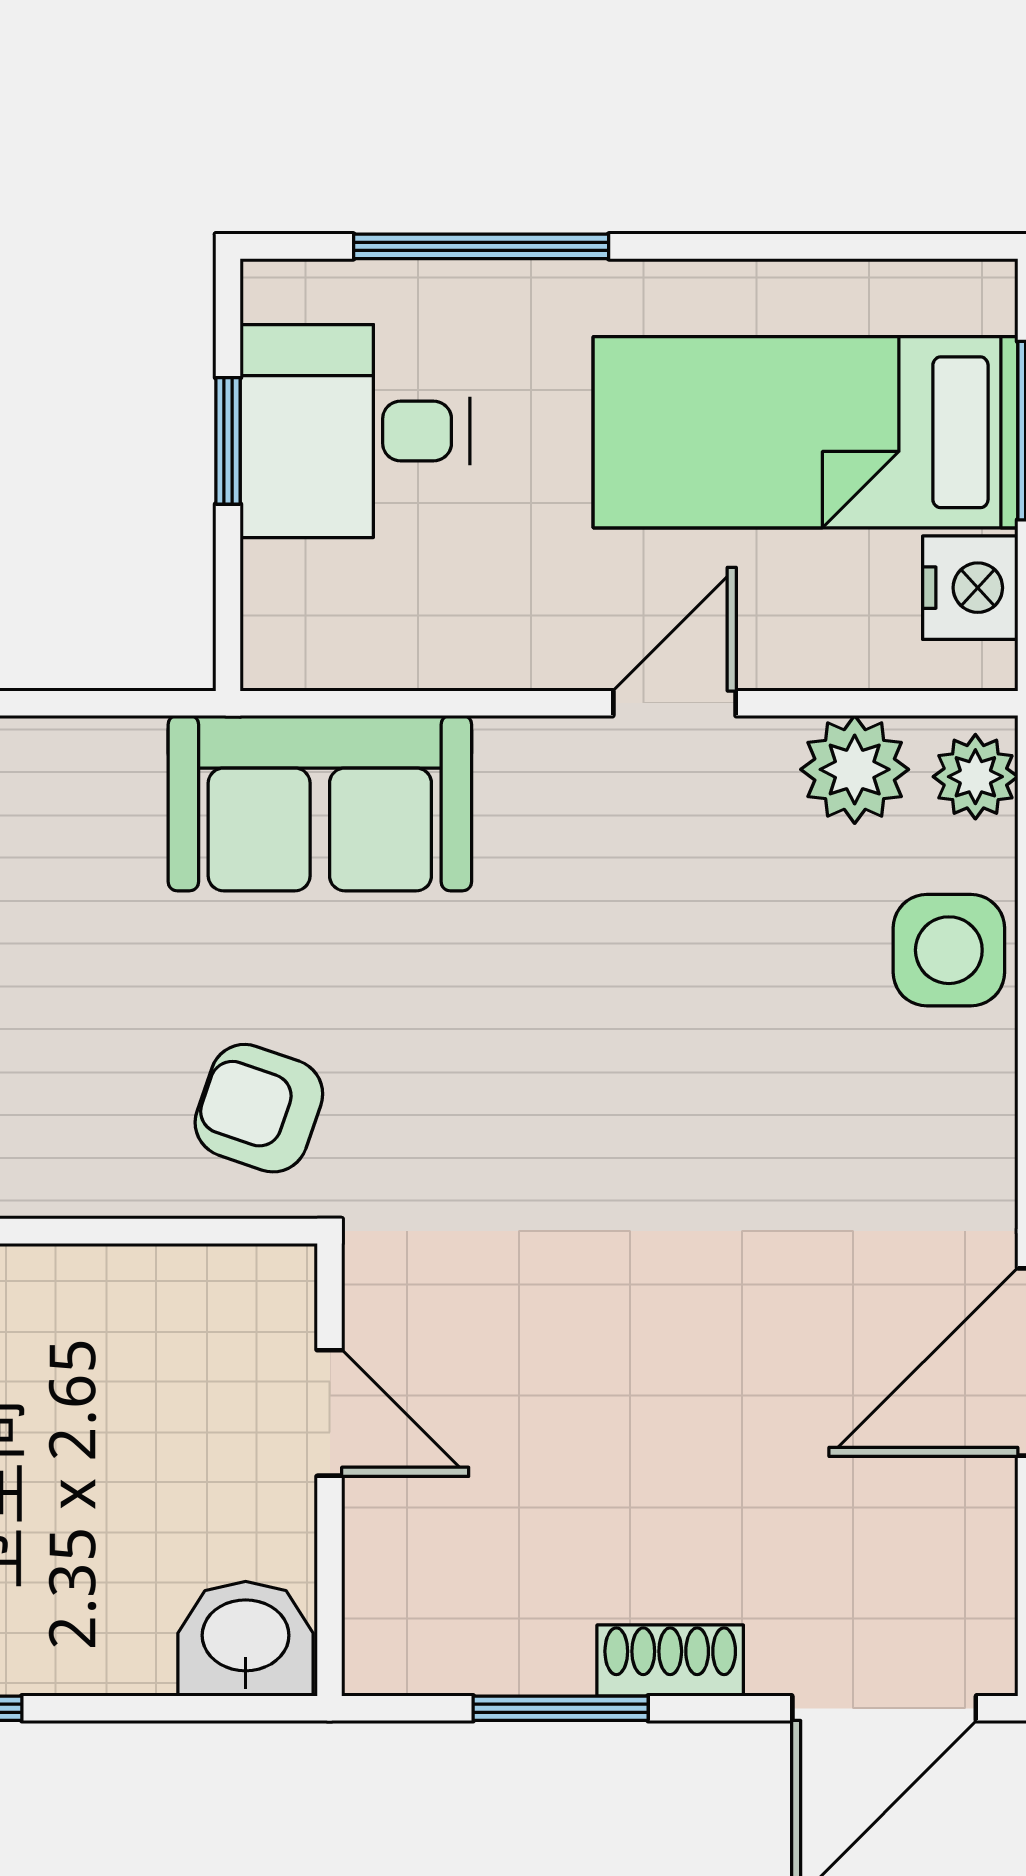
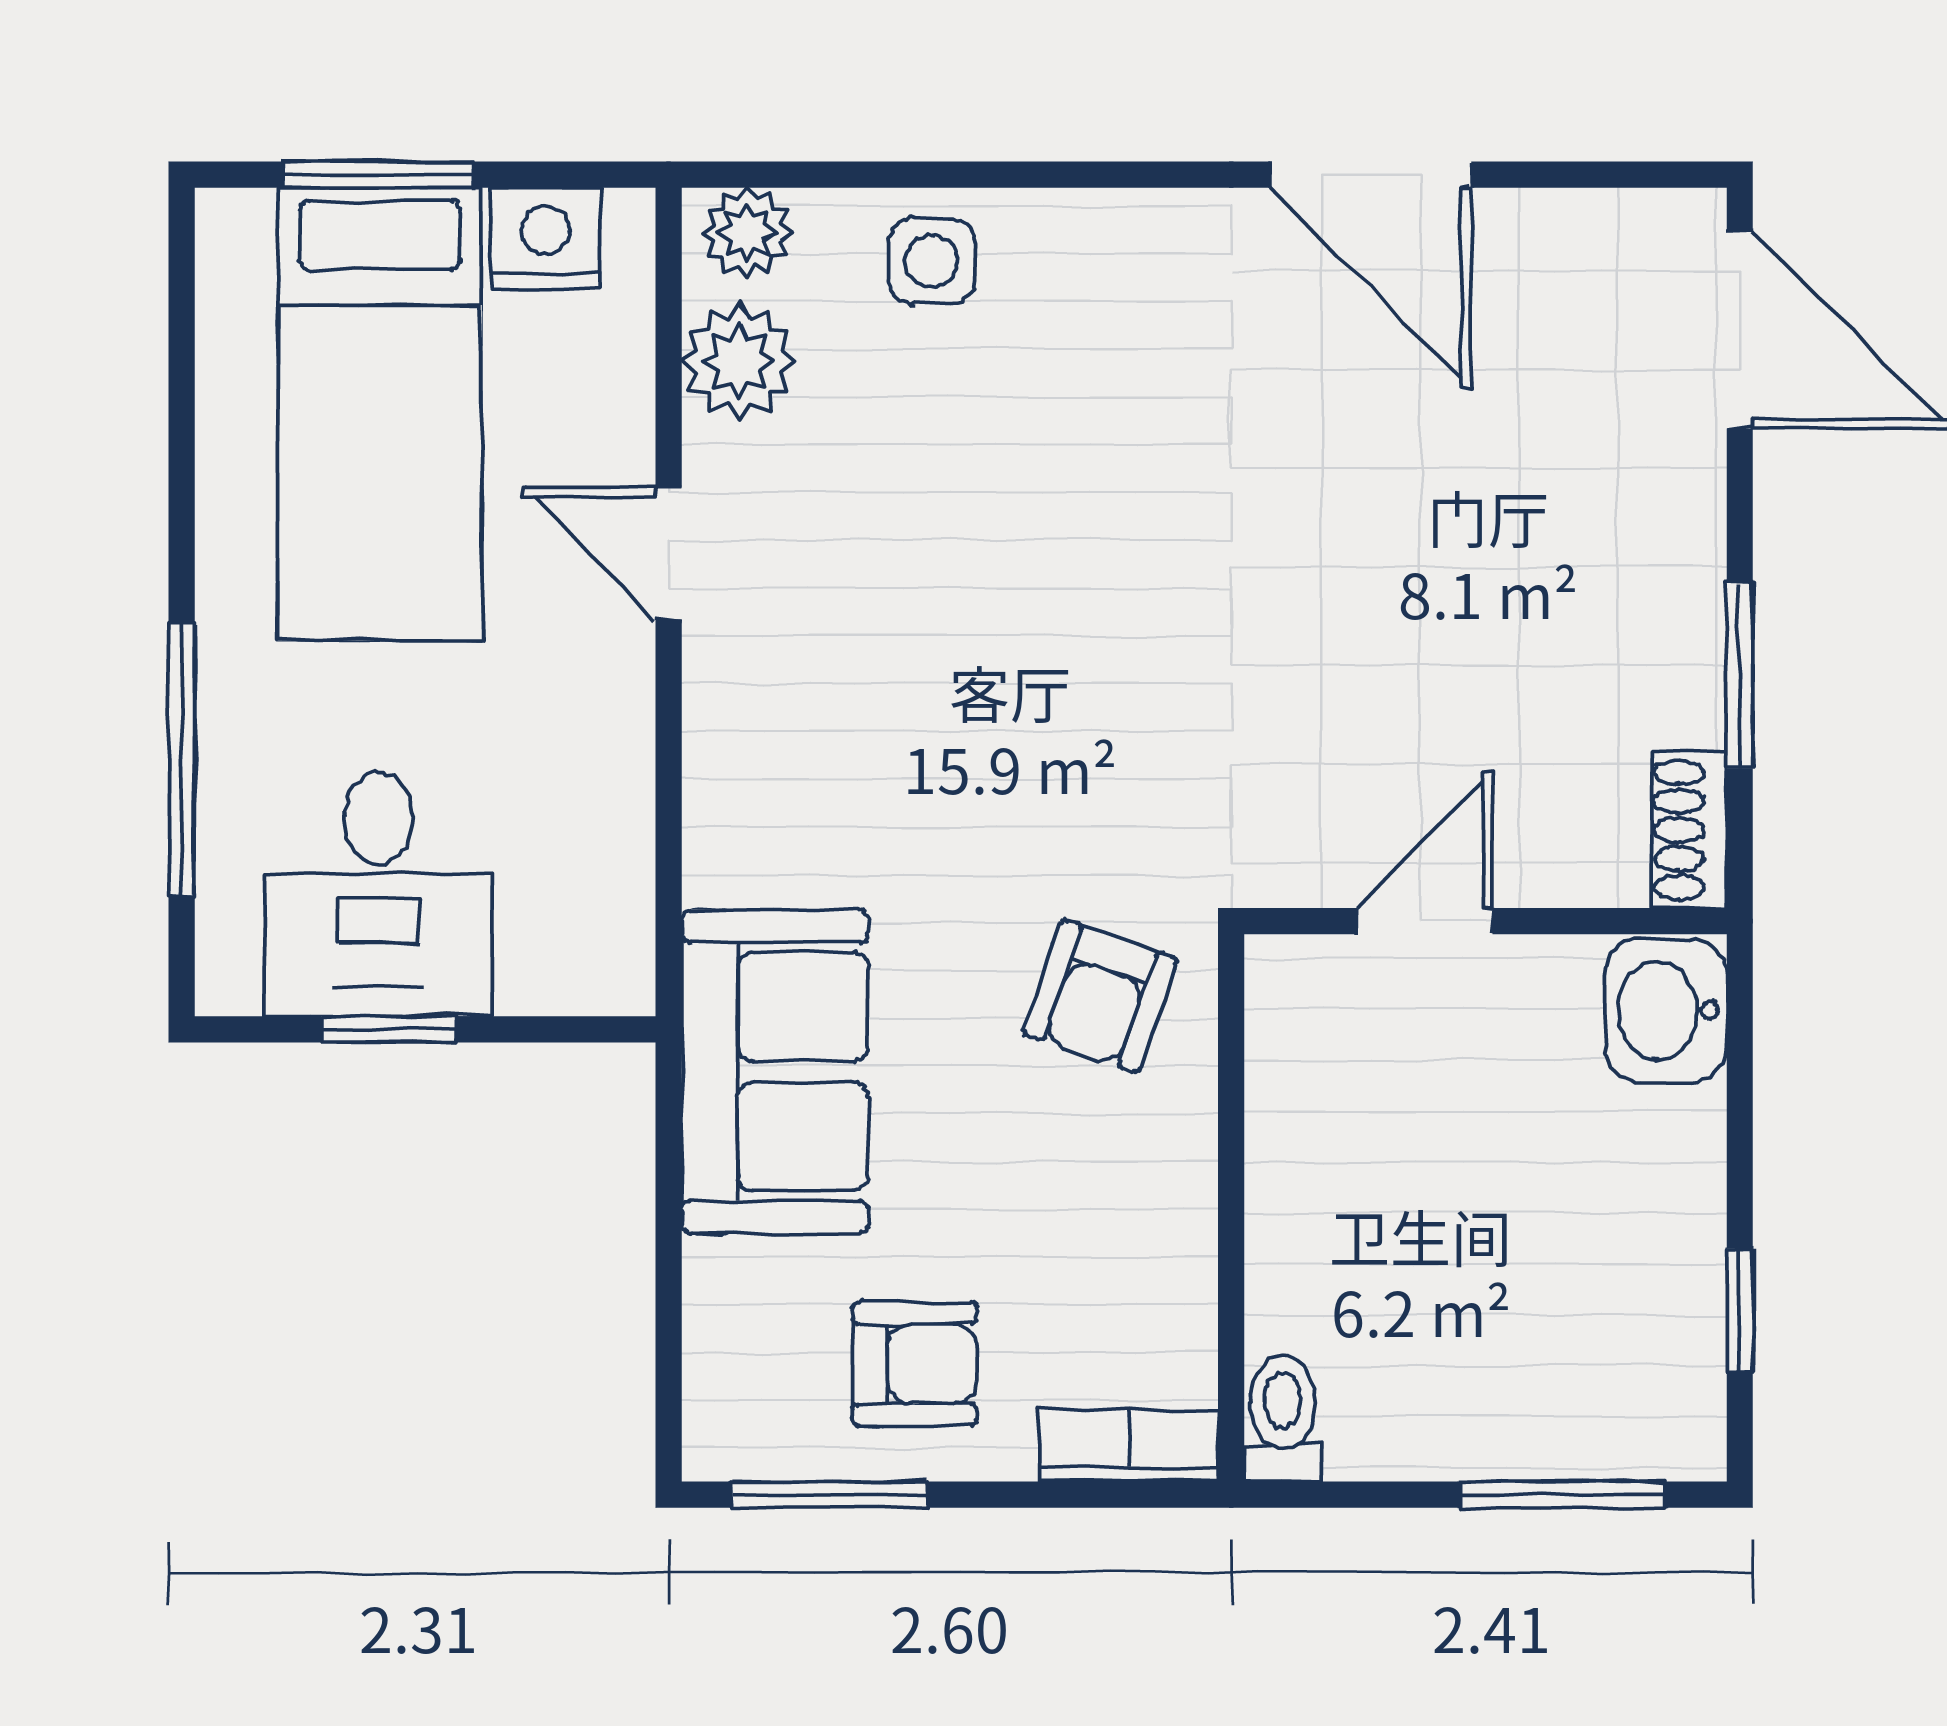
sofa: (320, 803) -> (775, 1072), moved
side table: (949, 950) -> (932, 261), width x0.73, depth x0.73
shoe rack: (670, 1661) -> (1689, 830), moved

